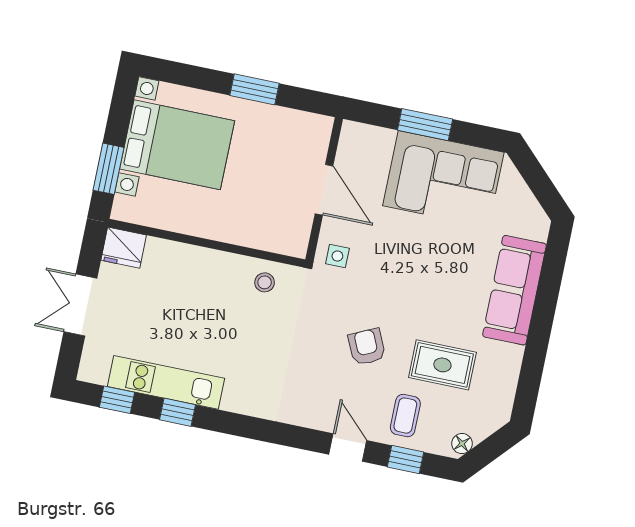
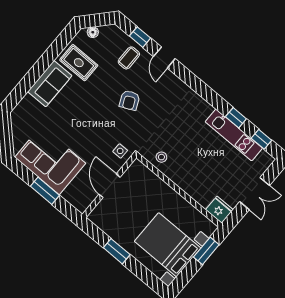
sofa: (514, 290) -> (50, 84), width x0.73
rug: (442, 365) -> (79, 63), moved
floor lamp: (462, 444) -> (93, 32), moved

